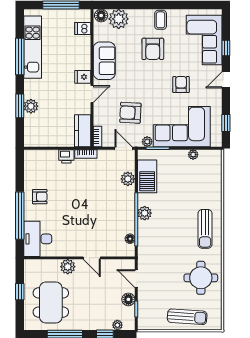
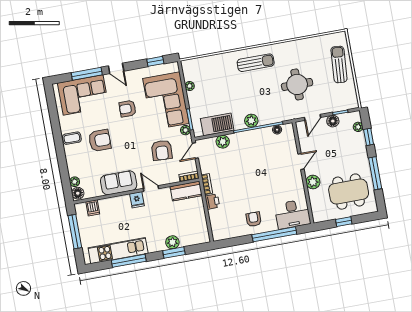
plant: (119, 19) -> (75, 182), width x0.53, depth x0.53
window: (226, 48) -> (87, 74), width x2.17
round table: (201, 278) -> (297, 84), moved

